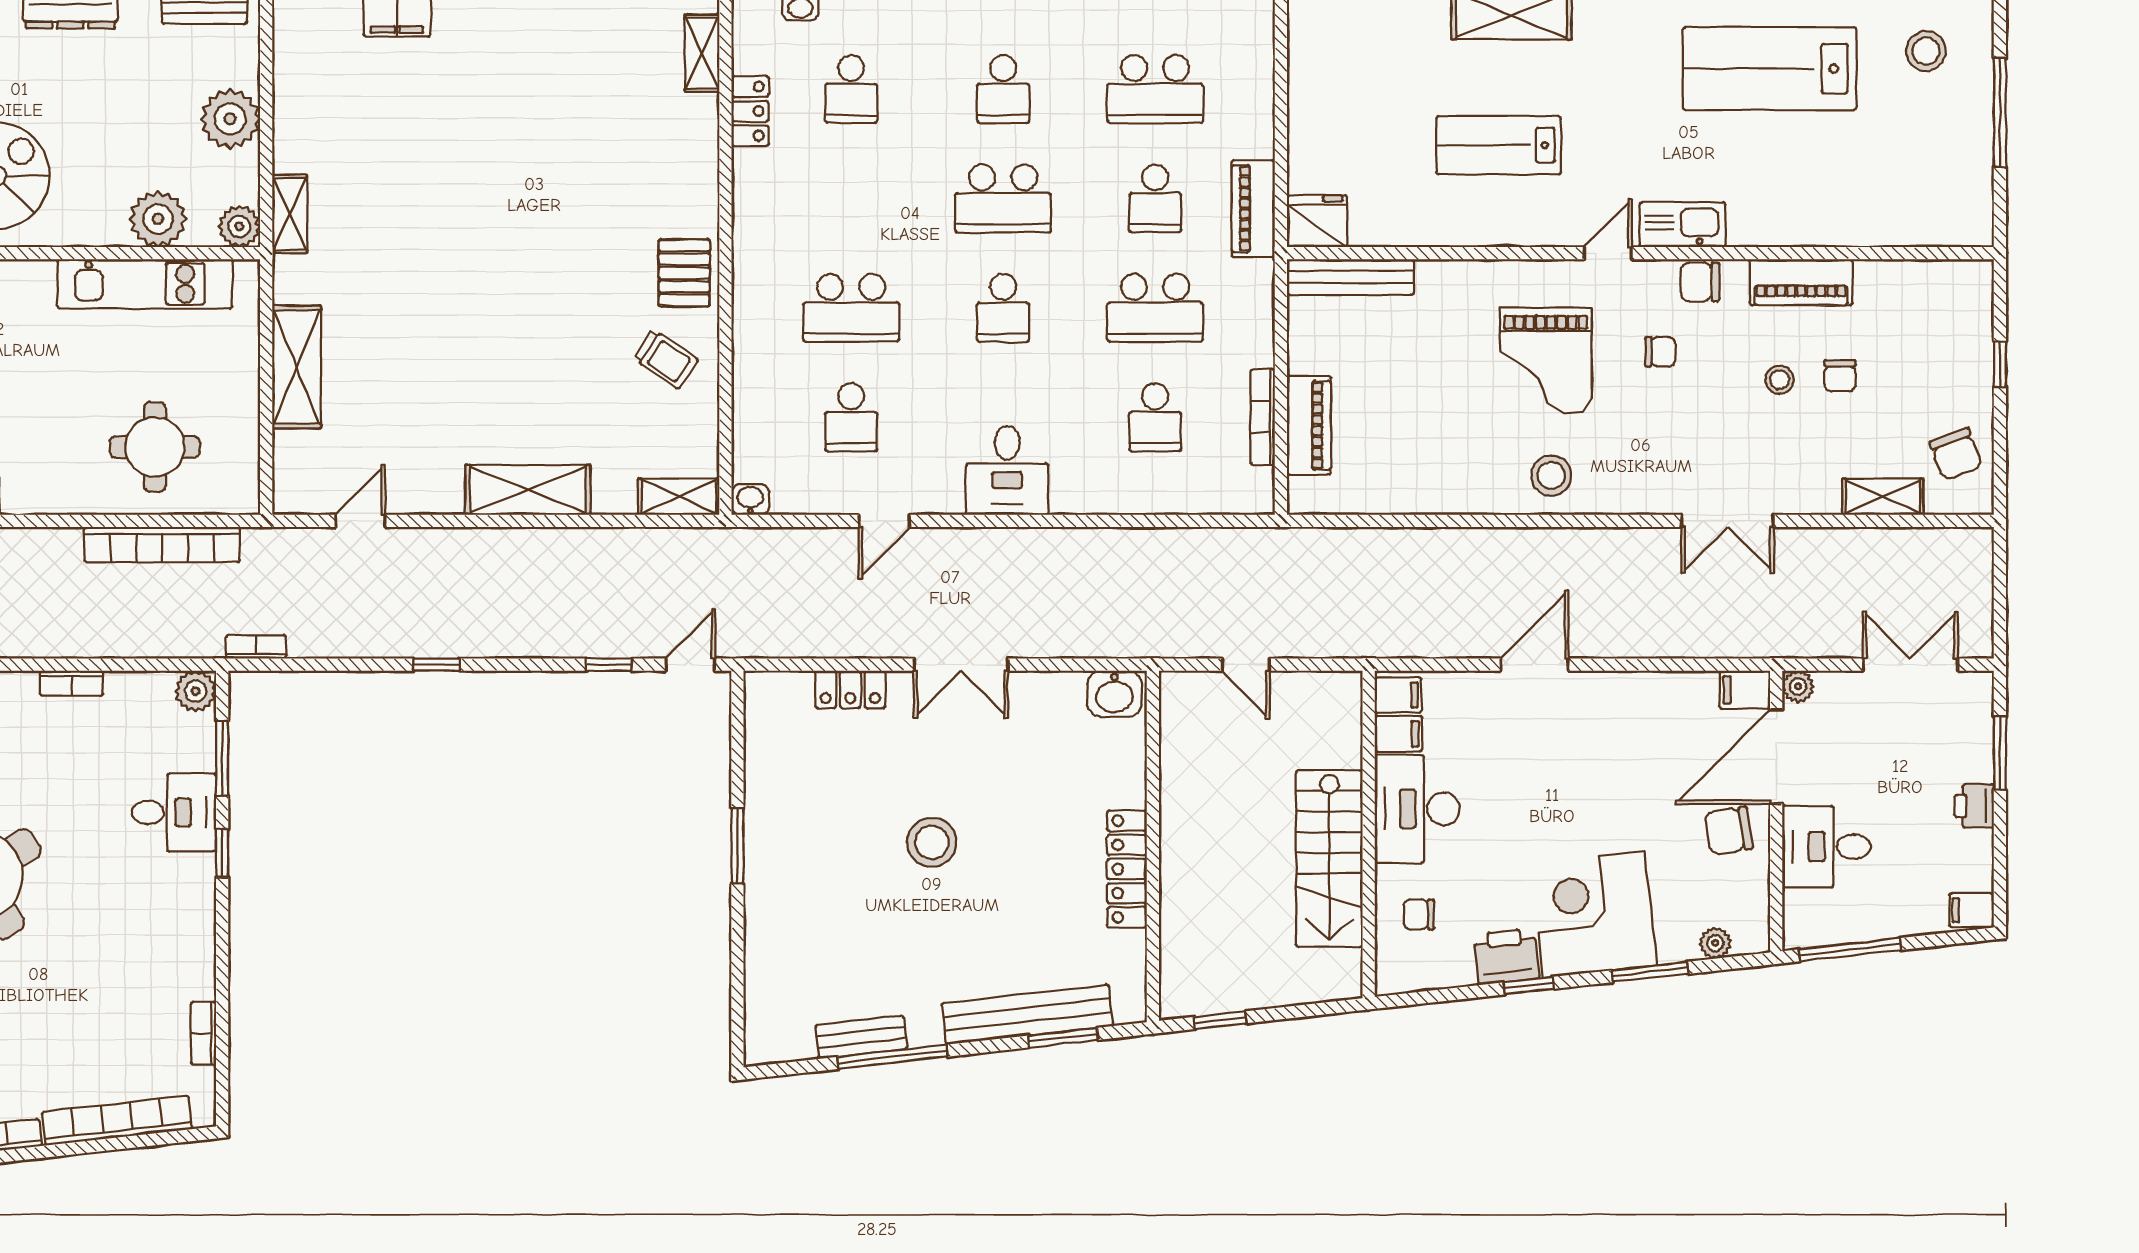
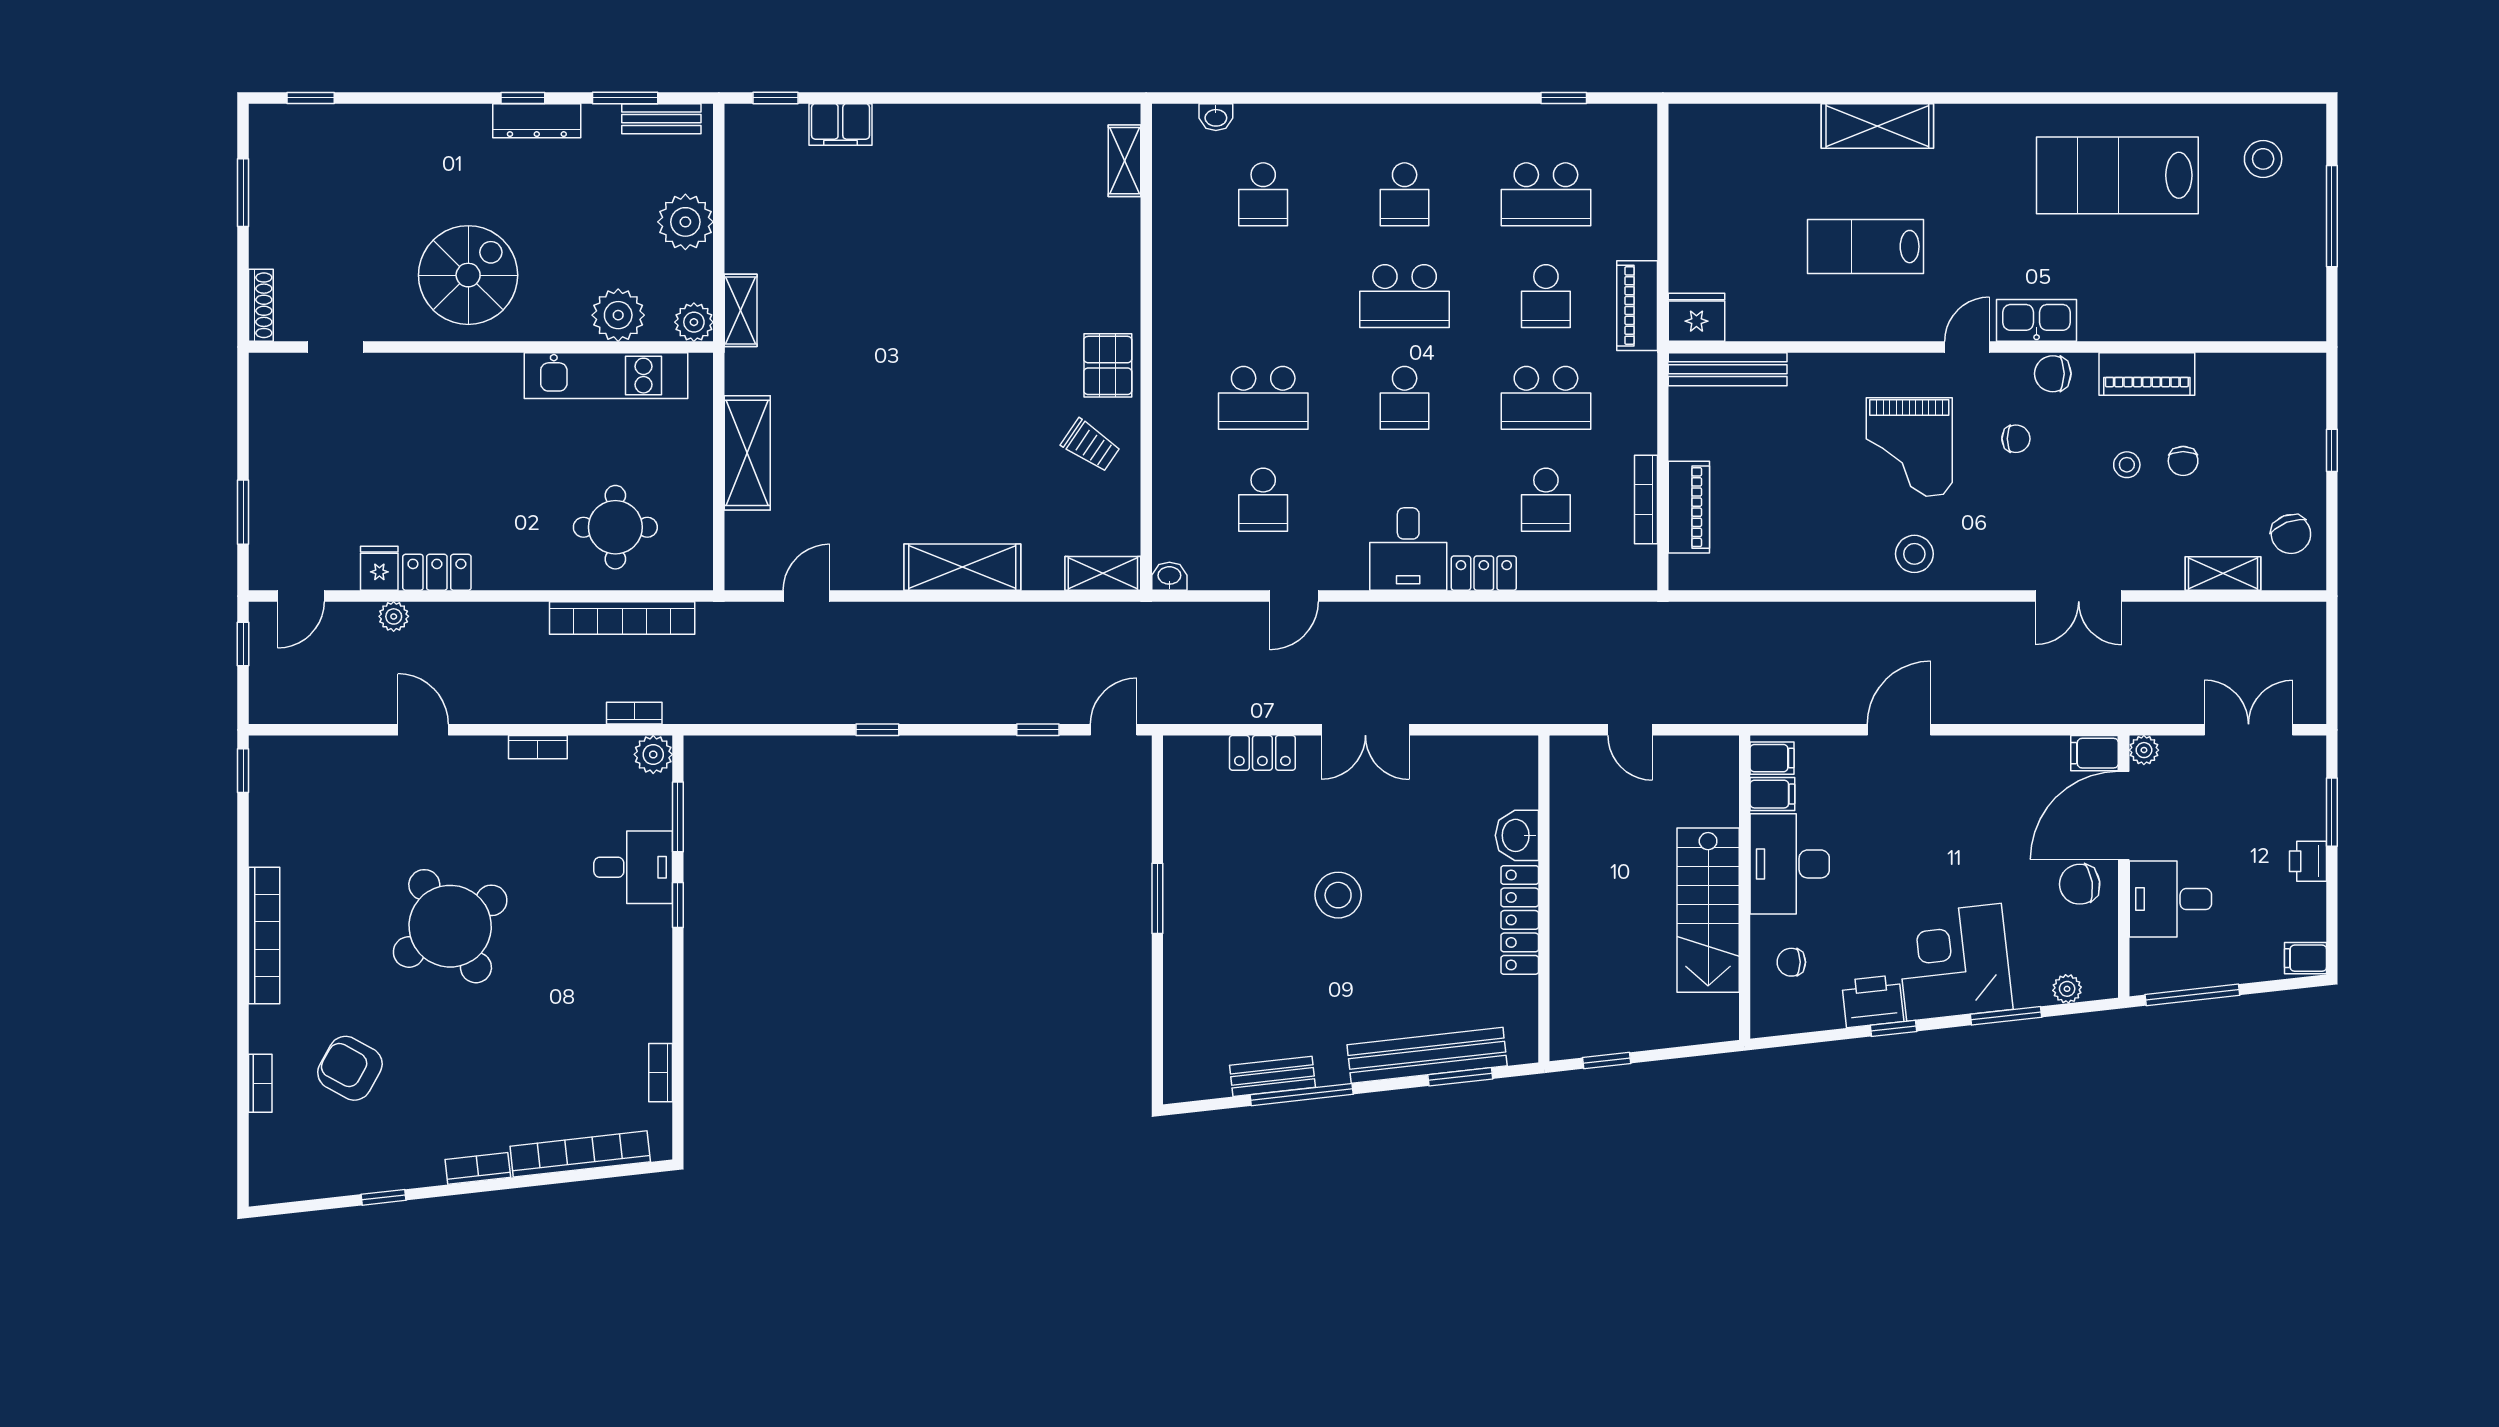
locker: (750, 111) -> (1484, 573), moved, turned -90
bookcase: (256, 647) -> (634, 713), moved
washbasin: (1114, 694) -> (1517, 835), moved, turned 90

